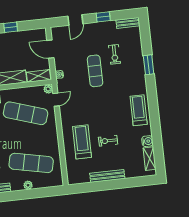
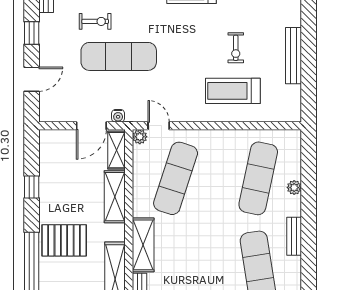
door: (75, 20) -> (32, 79), hinge flipped
door: (50, 49) -> (91, 126), moved
exercise mat: (95, 71) -> (119, 56), width x1.36, depth x1.45

